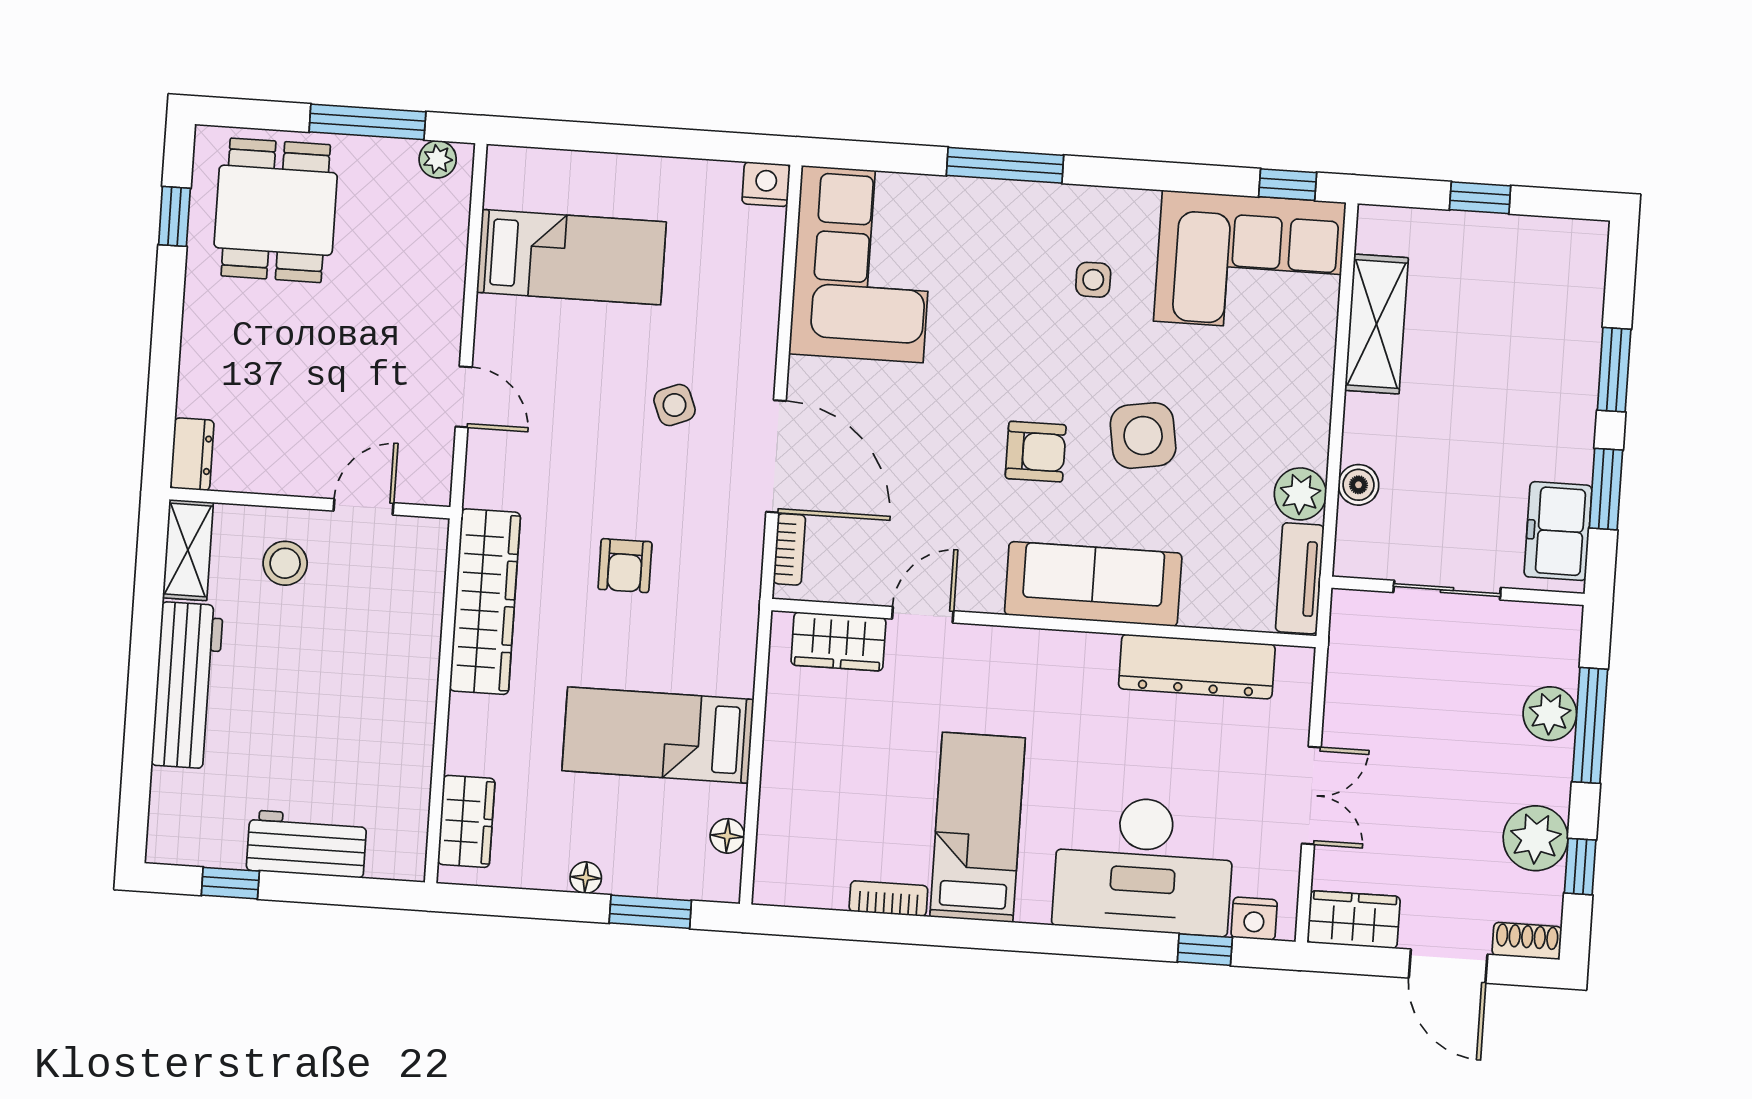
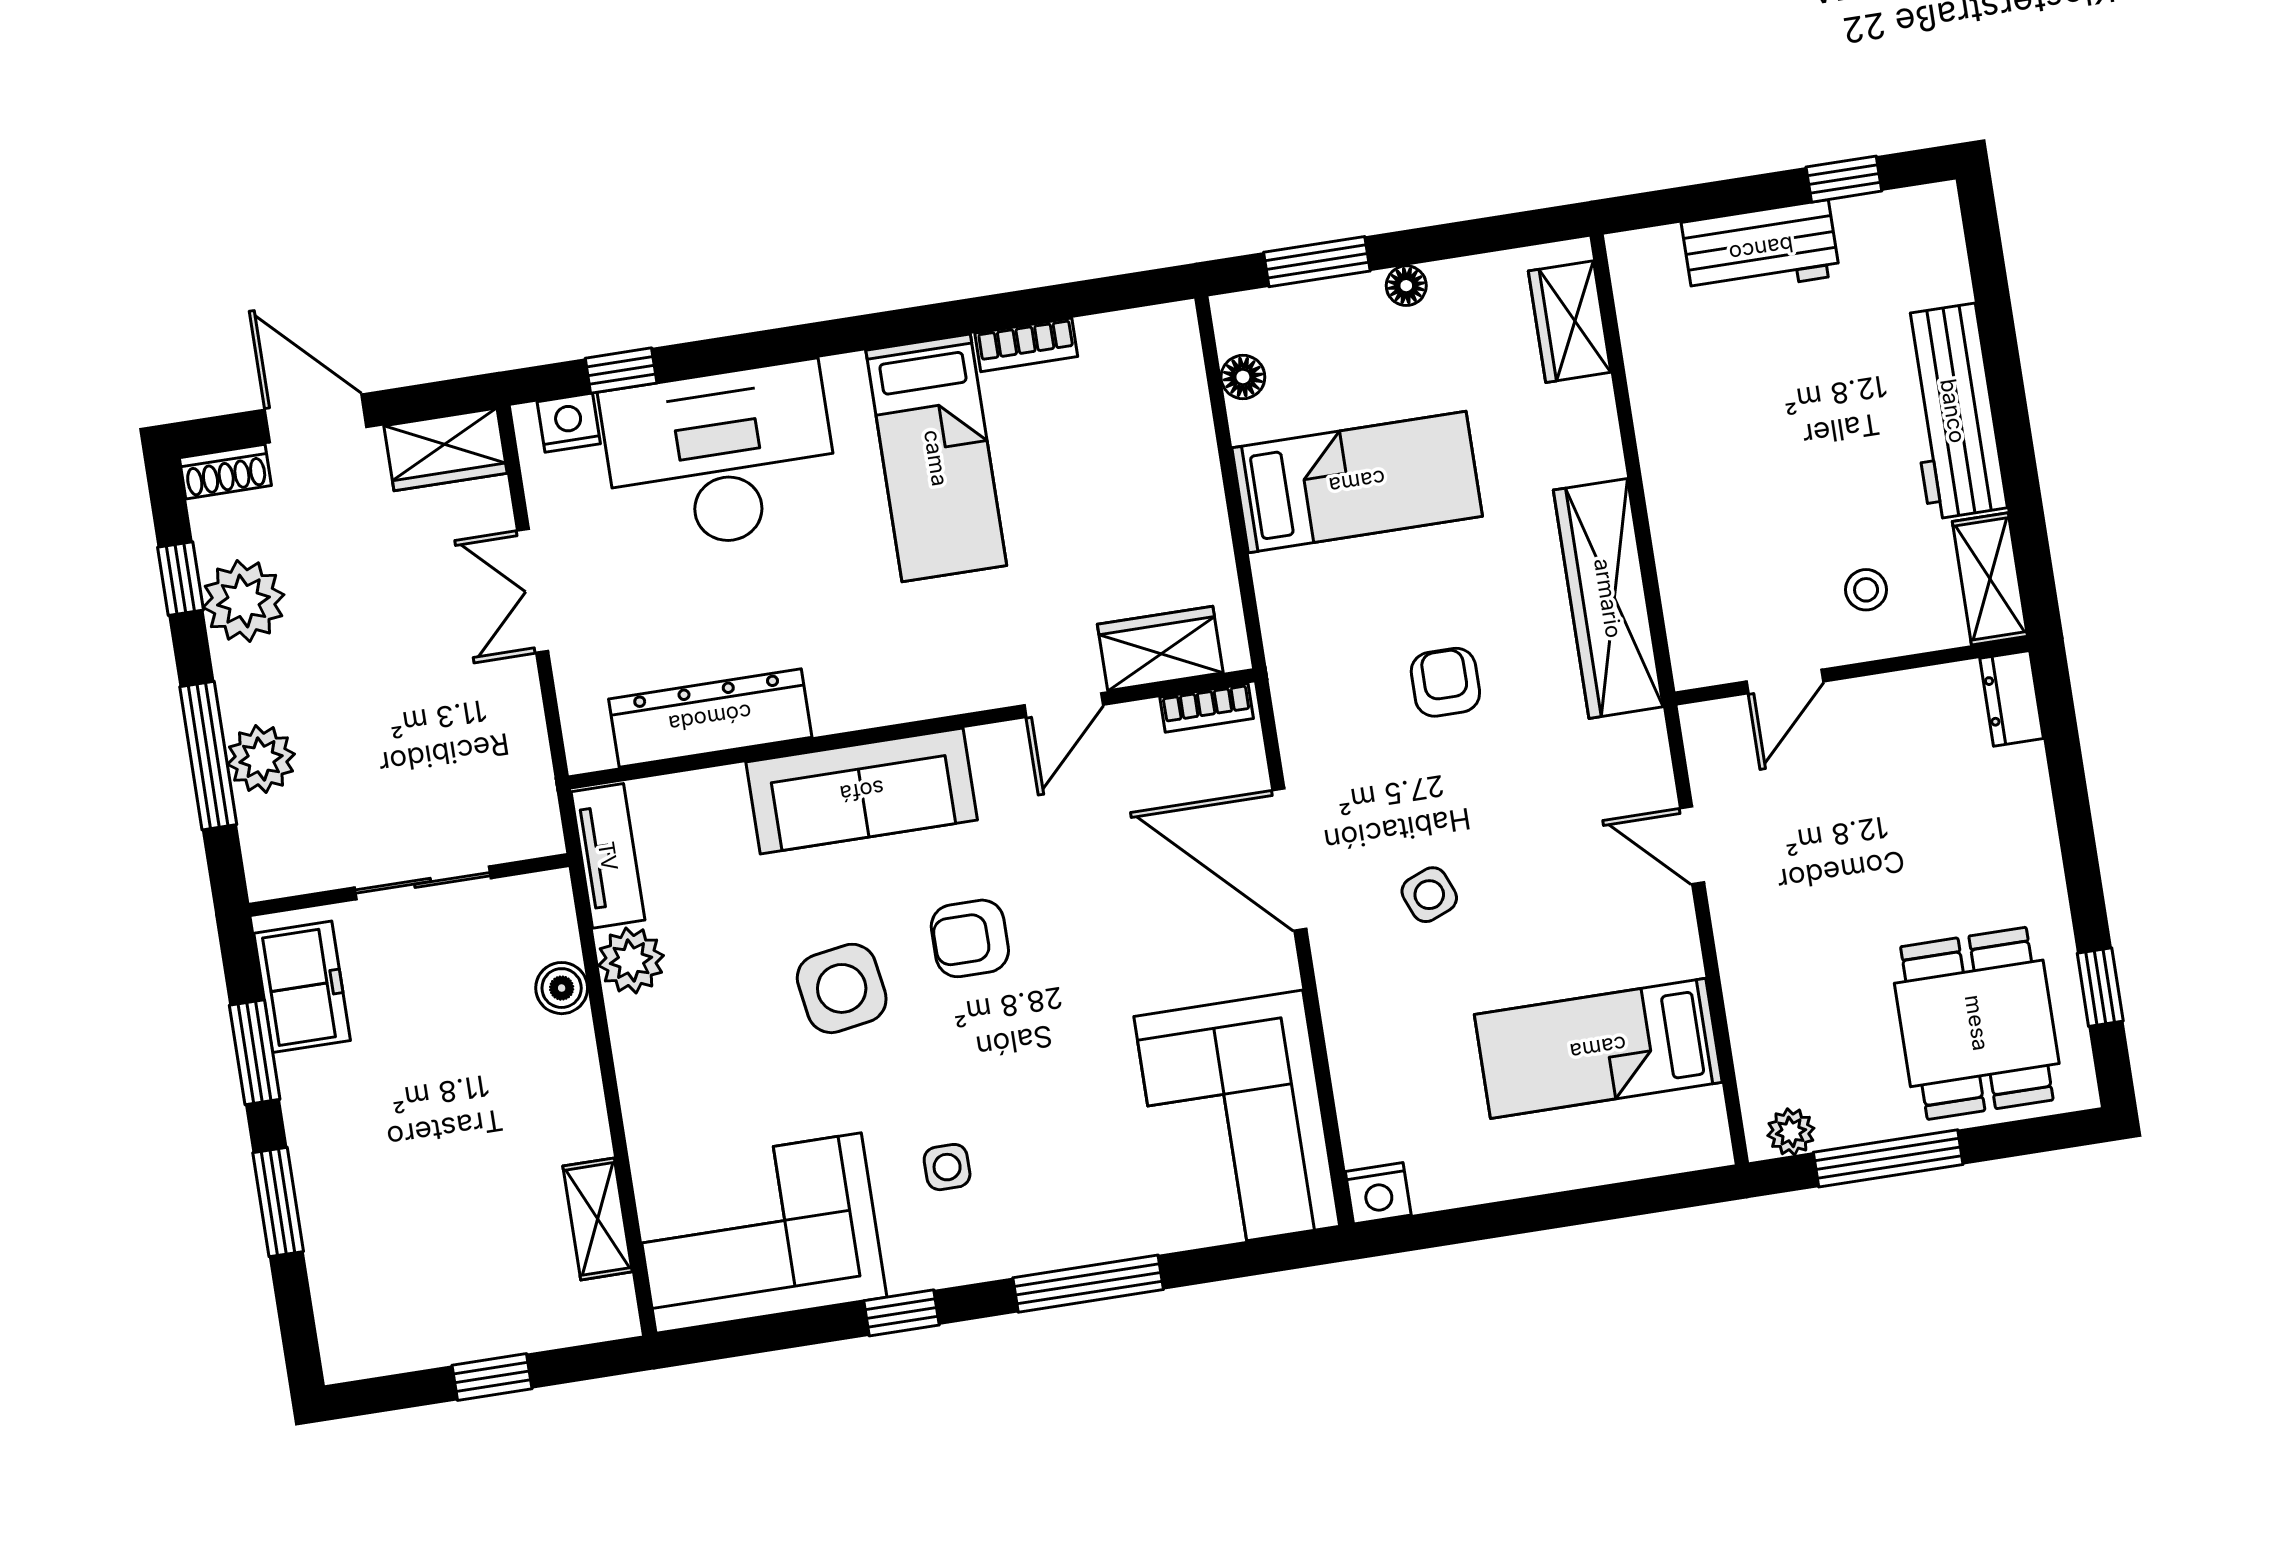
window: (1288, 185) -> (901, 1313), moved
shelving: (1376, 324) -> (598, 1219), width x0.67, depth x0.75
bookcase: (789, 549) -> (1207, 708), moved, turned -90
stool: (285, 563) -> (1866, 590), width x0.73, depth x0.73

